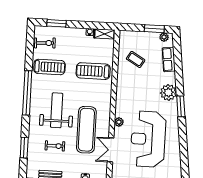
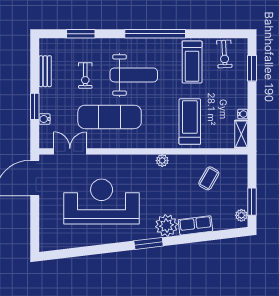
row of seats: (169, 59) -> (195, 225), moved
plant: (119, 122) -> (162, 161), moved
double door: (111, 150) -> (70, 151), moved

